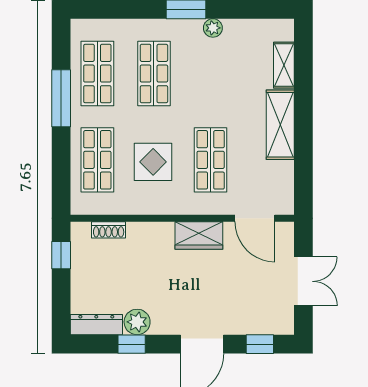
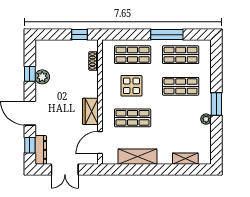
shelving: (280, 125) -> (137, 157), moved
dresser: (96, 325) -> (41, 150), moved

